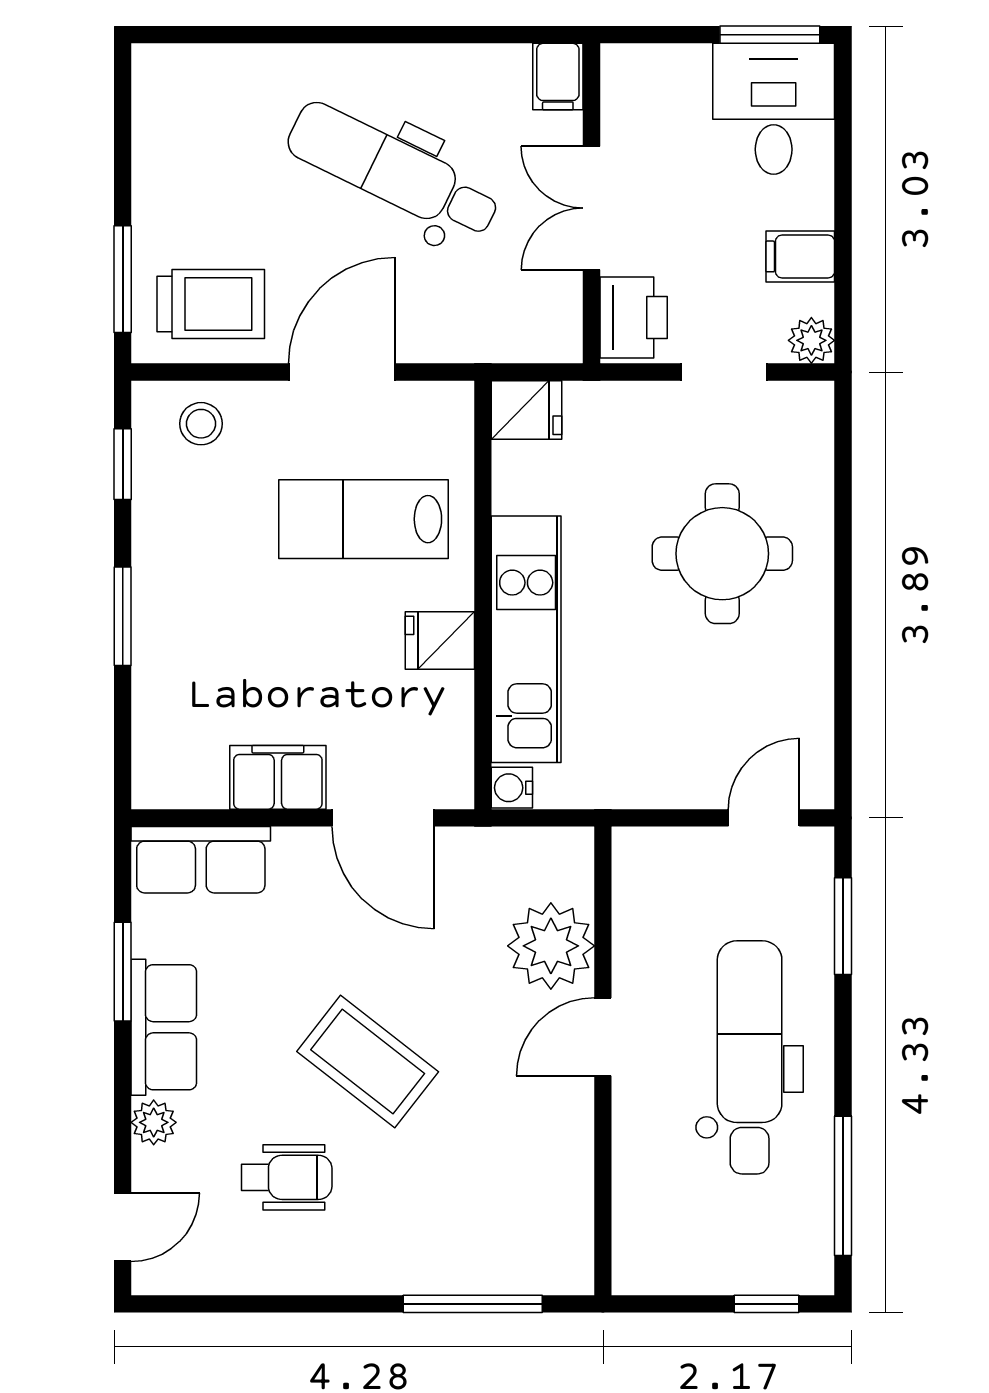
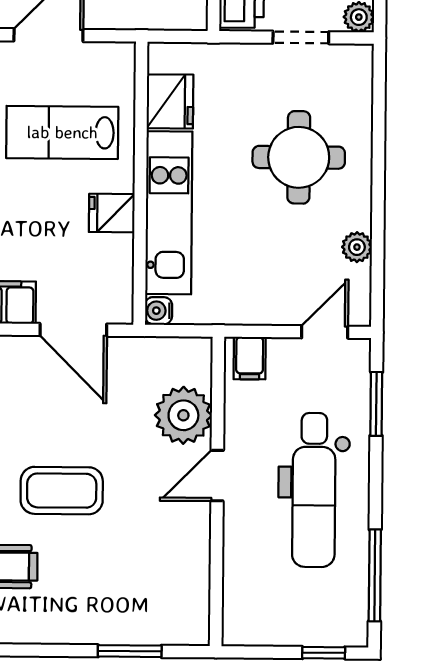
fridge: (527, 410) -> (170, 101), moved, width x1.38
plant: (812, 689) -> (357, 247), added
filing cabinet: (651, 859) -> (250, 358), added
dental chair: (750, 1057) -> (314, 490), turned 180
coffee table: (368, 1062) -> (62, 491), turned -38
window: (473, 1304) -> (130, 651), width x0.69

